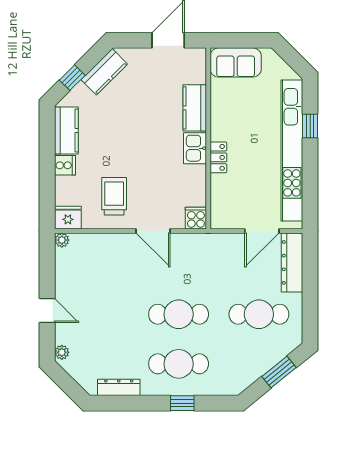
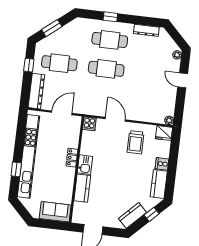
door: (262, 231) -> (62, 113), moved
window: (310, 305) -> (29, 65), added

